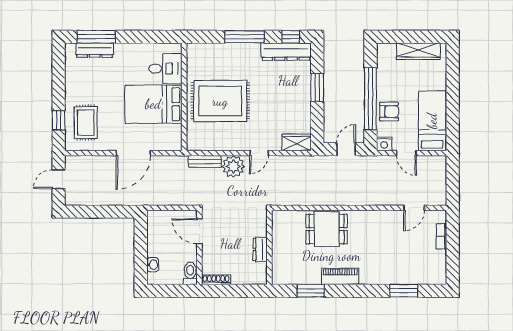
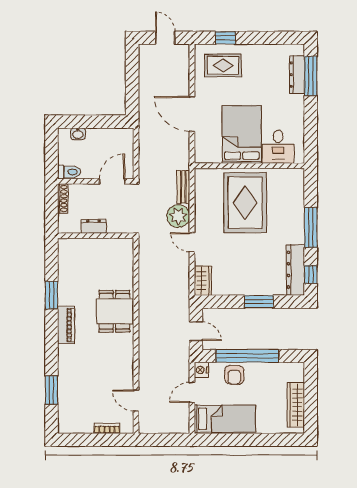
wall: (269, 247) -> (96, 236), moved
dresser: (260, 249) -> (94, 226), moved

